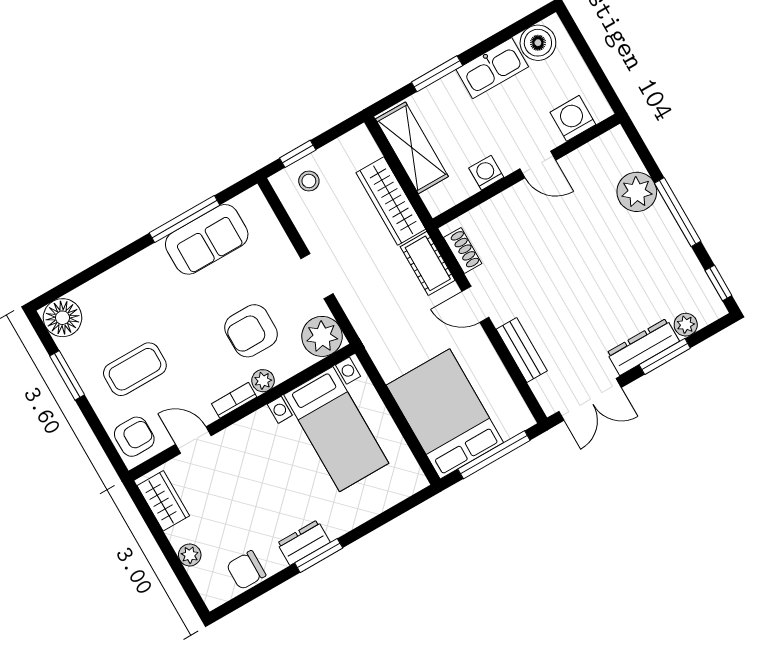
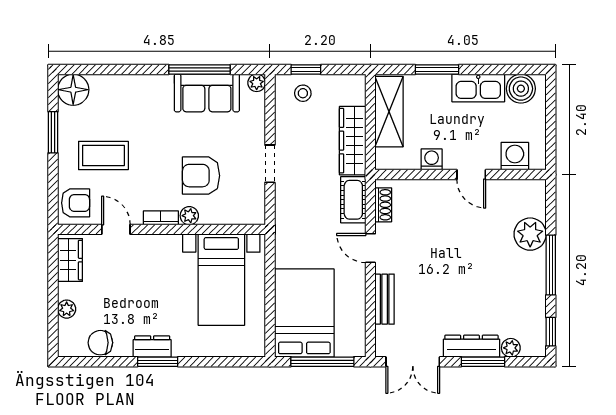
plant: (322, 336) -> (257, 83), moved, width x0.53, depth x0.53

